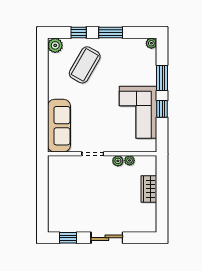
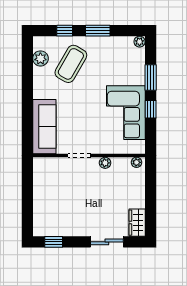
plant: (55, 45) -> (40, 58), moved
plant: (129, 160) -> (137, 162), moved
wardrobe: (149, 189) -> (137, 223), moved
sliding door: (107, 238) -> (107, 242), moved

